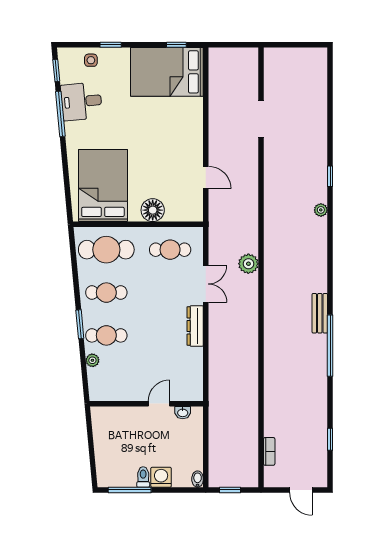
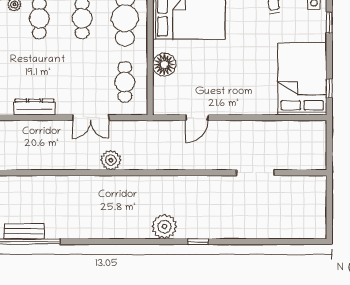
plant: (321, 210) -> (164, 227), width x1.87, depth x1.87
bench: (320, 313) -> (24, 231), moved
dresser: (195, 326) -> (34, 107), moved

